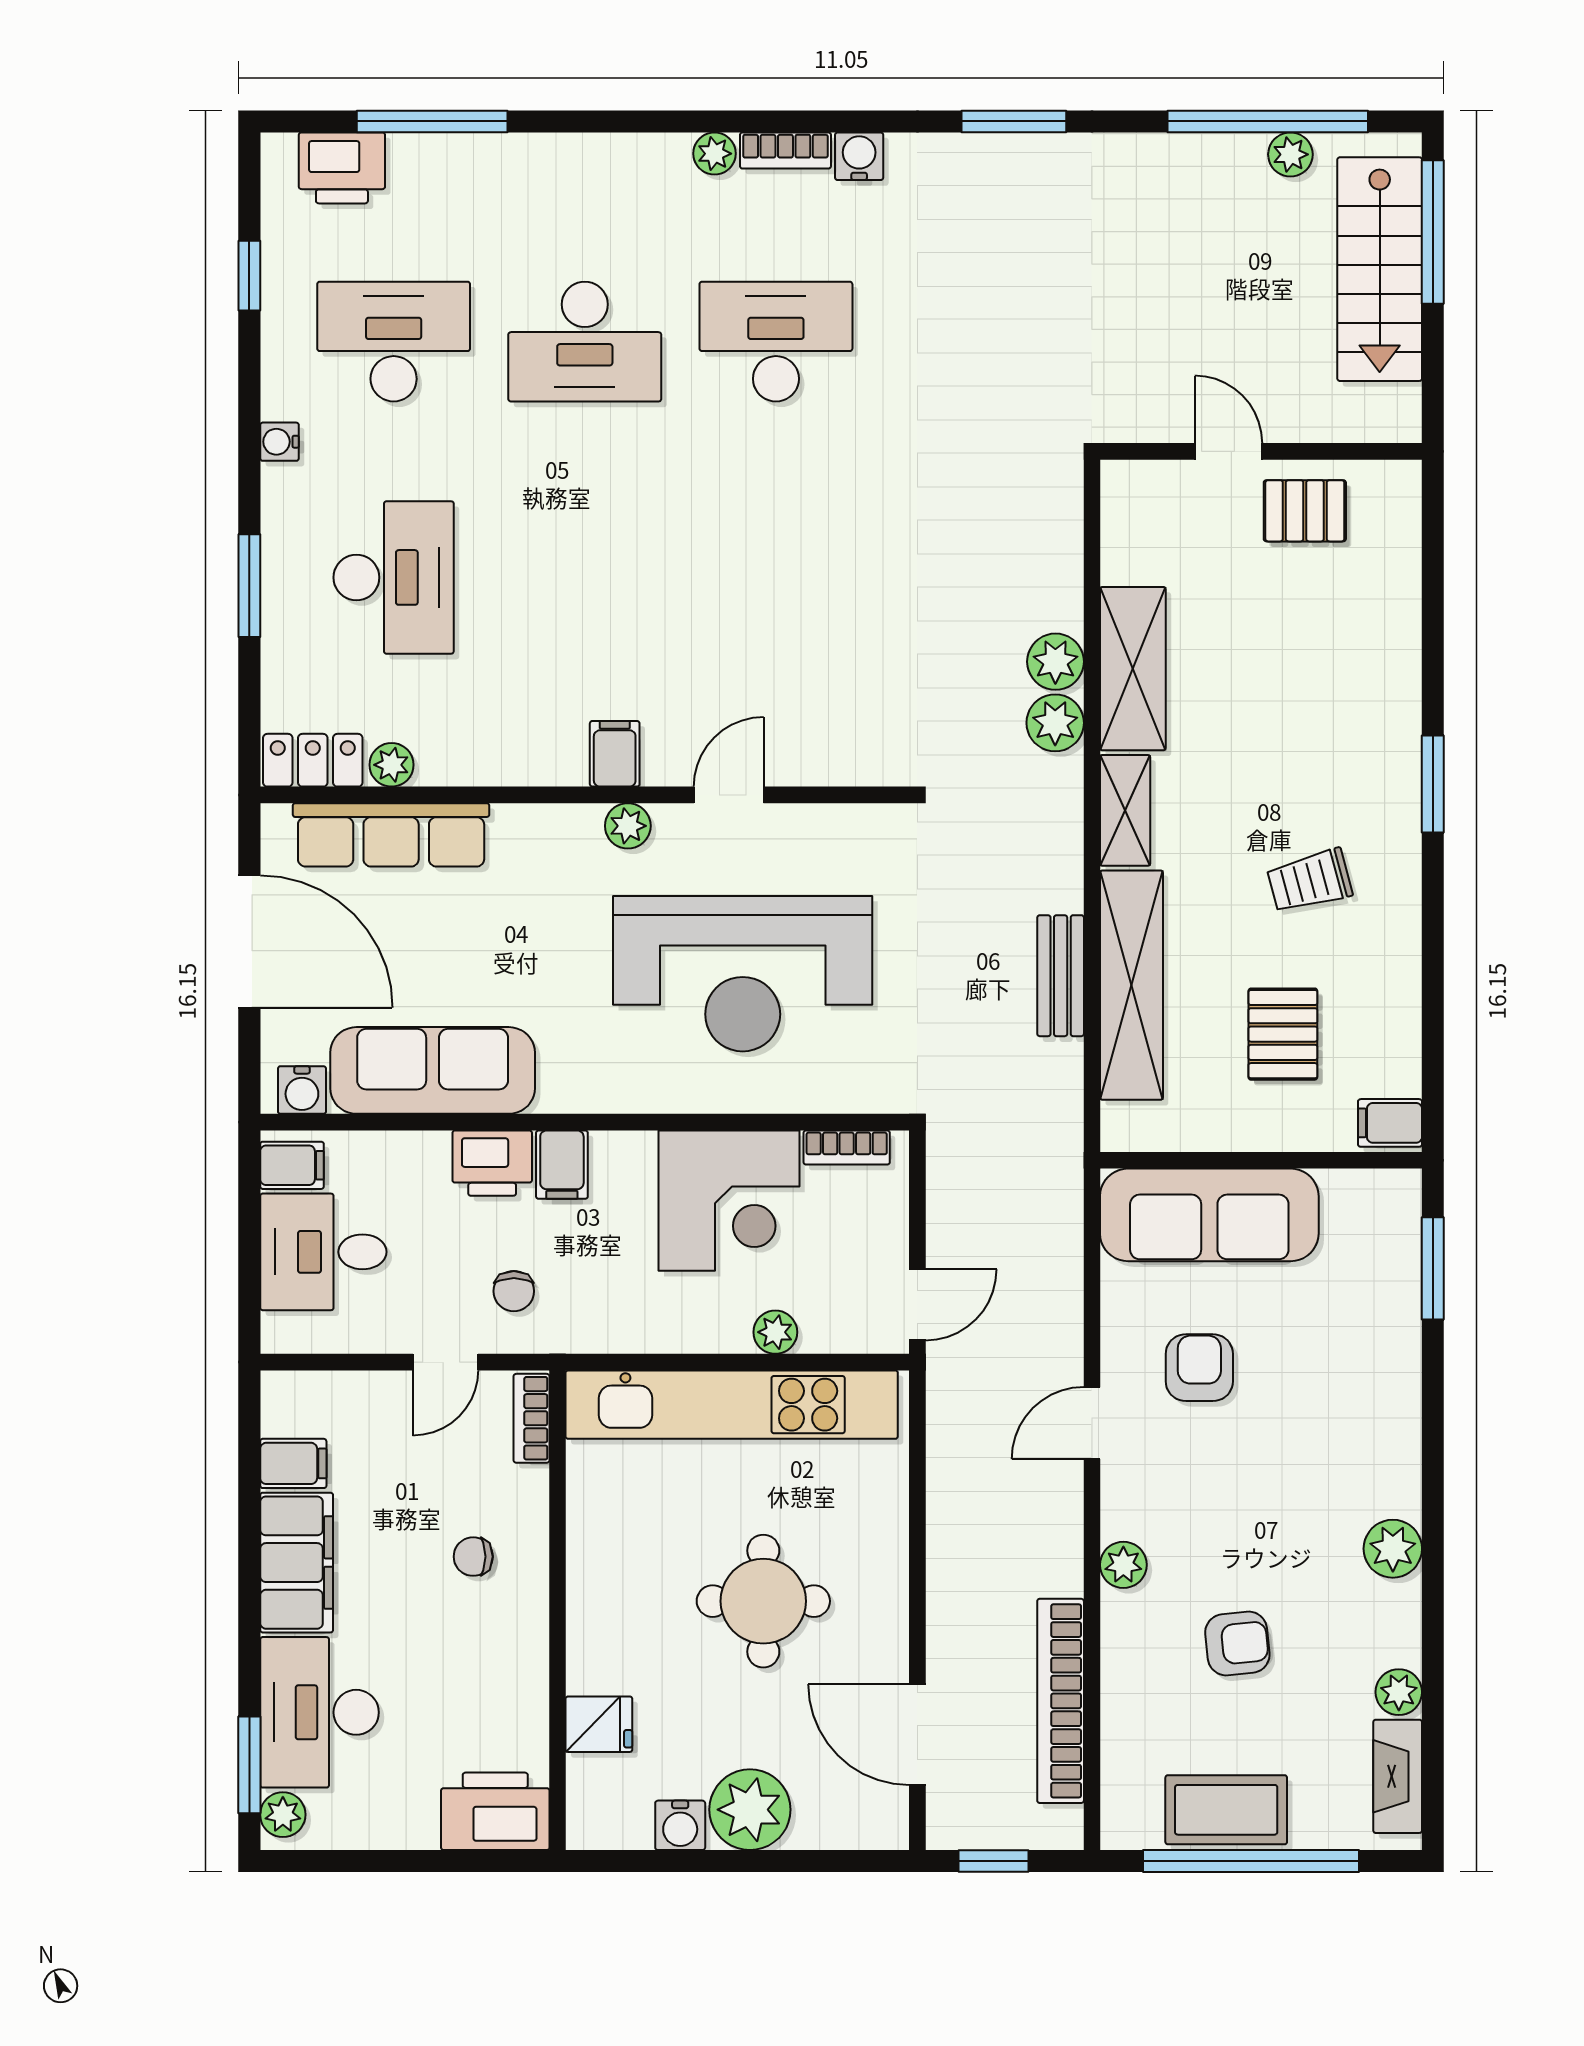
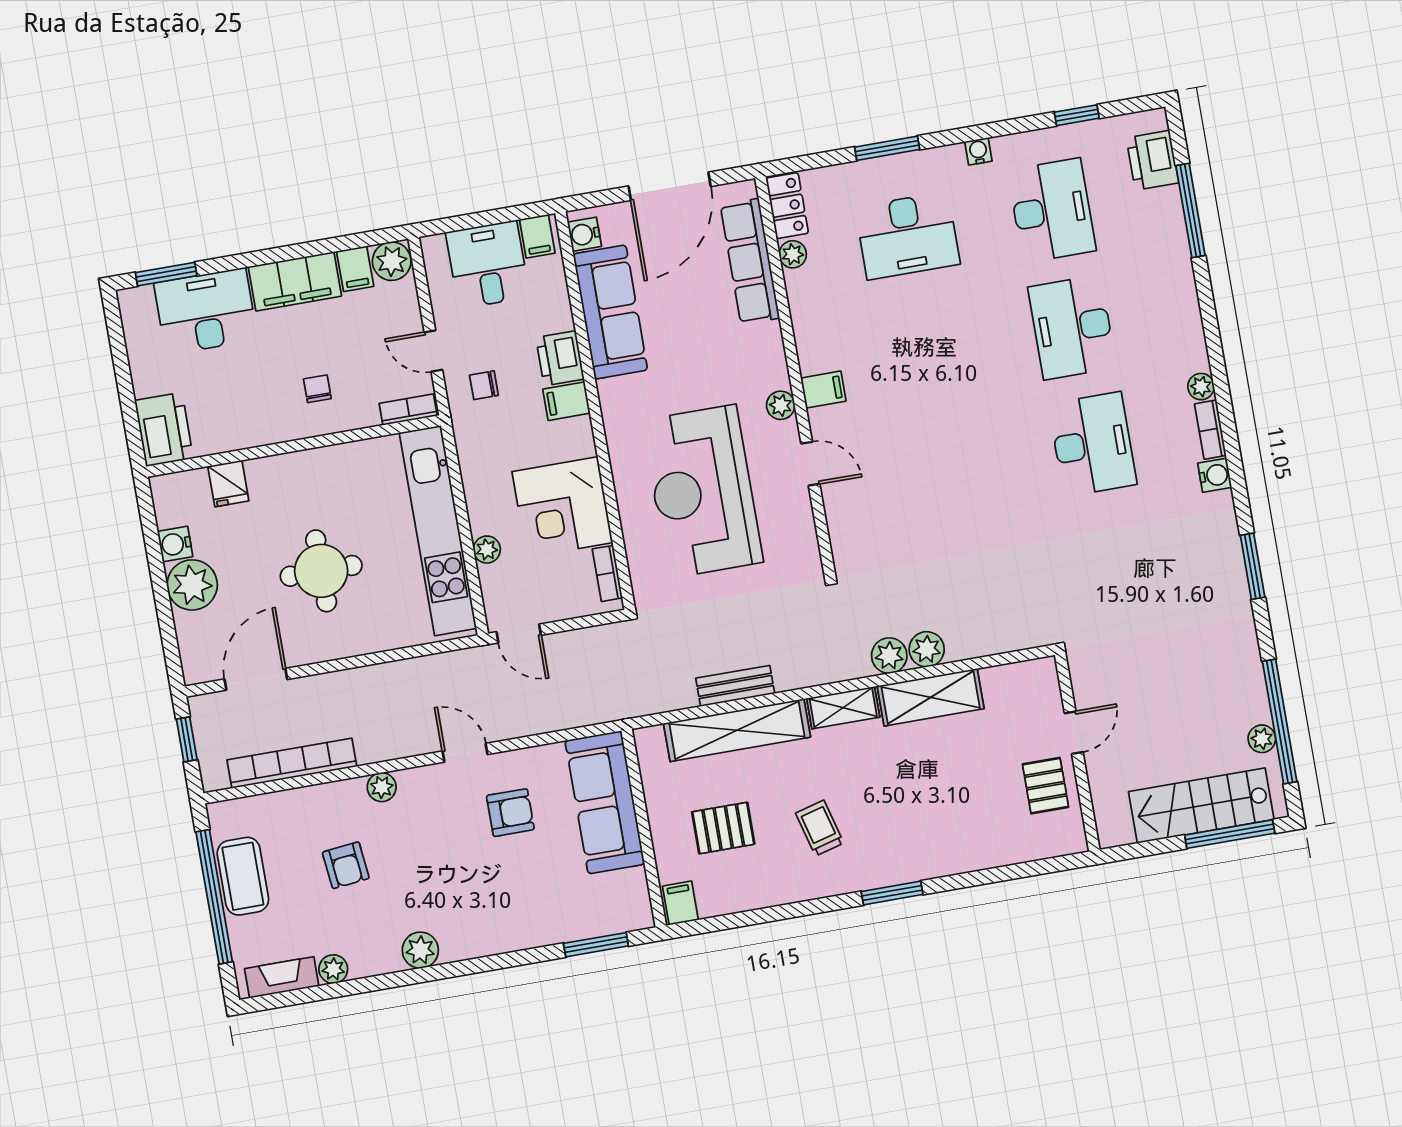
plant: (283, 1815) -> (392, 261), moved, width x1.38, depth x1.38

